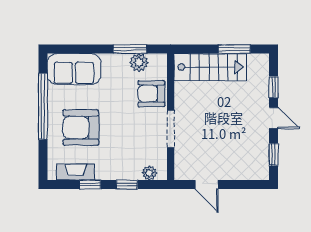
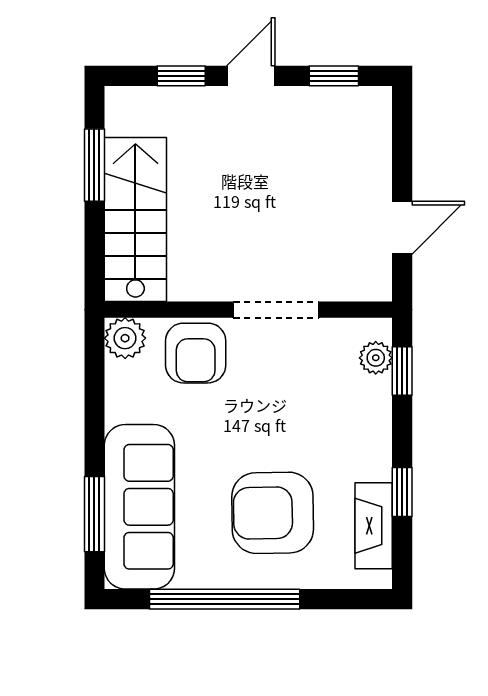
window: (130, 49) -> (94, 514), moved
plant: (139, 63) -> (125, 338), moved
sofa: (74, 69) -> (139, 507), width x1.36
armchair: (81, 128) -> (273, 513), turned 89
window: (127, 185) -> (402, 371), moved

